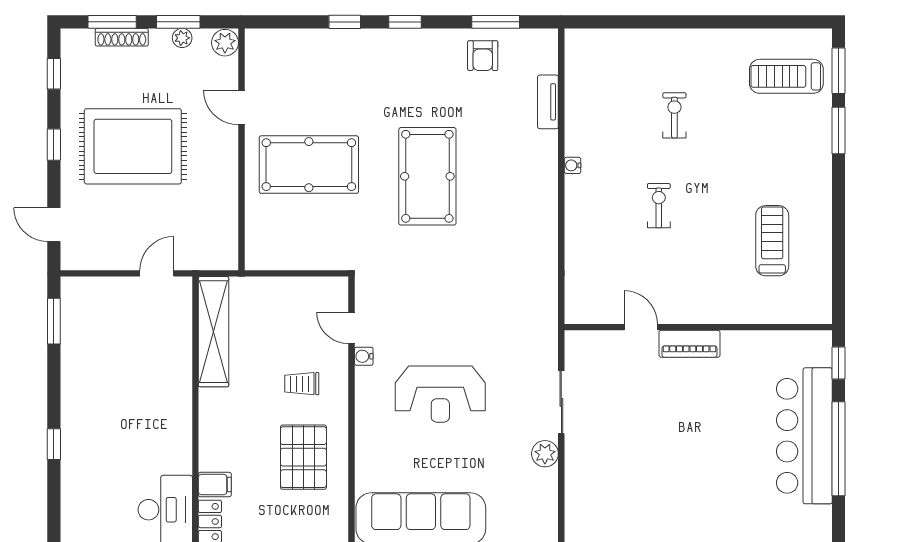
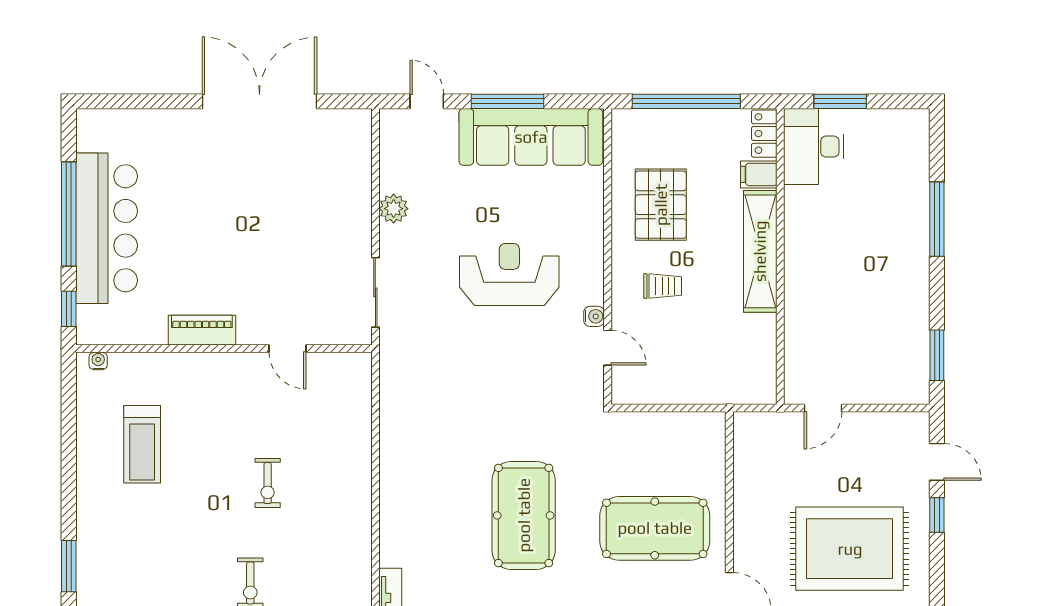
window: (54, 145) -> (937, 515), moved
water cooler: (573, 165) -> (98, 361), moved, turned -90
shelving: (213, 332) -> (760, 251), moved
piano: (689, 344) -> (202, 330), moved
sliding door: (561, 402) -> (375, 292), moved
window: (54, 444) -> (937, 219), width x2.17

